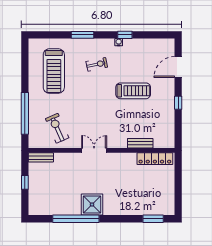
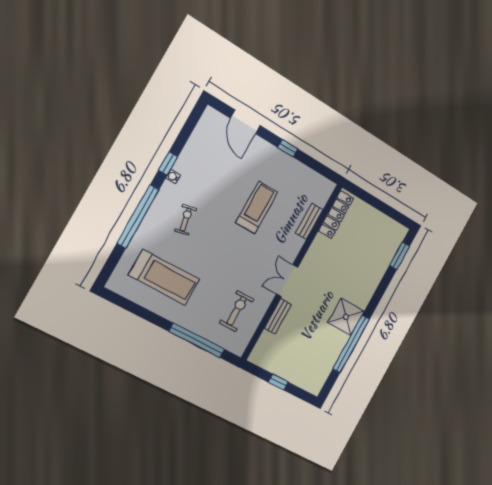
window: (82, 35) -> (138, 216), width x2.11
treadmill: (133, 91) -> (257, 207), moved
exercise bike: (57, 128) -> (237, 311), turned 114
bench: (41, 157) -> (278, 316), moved

